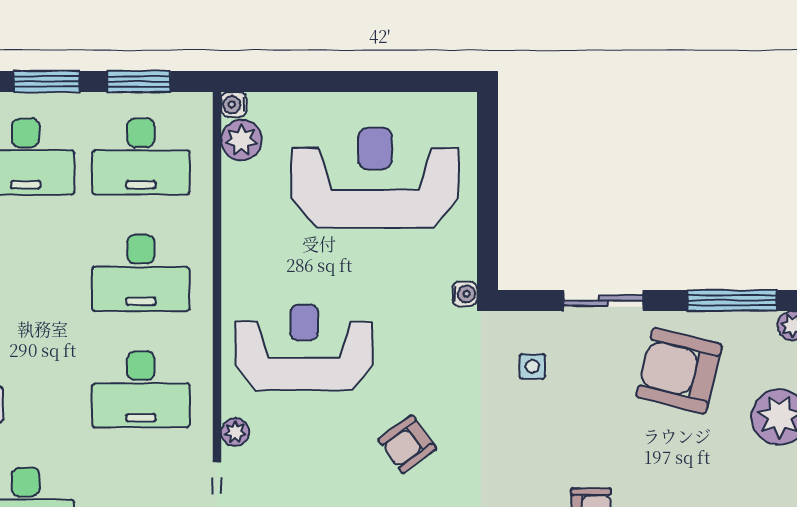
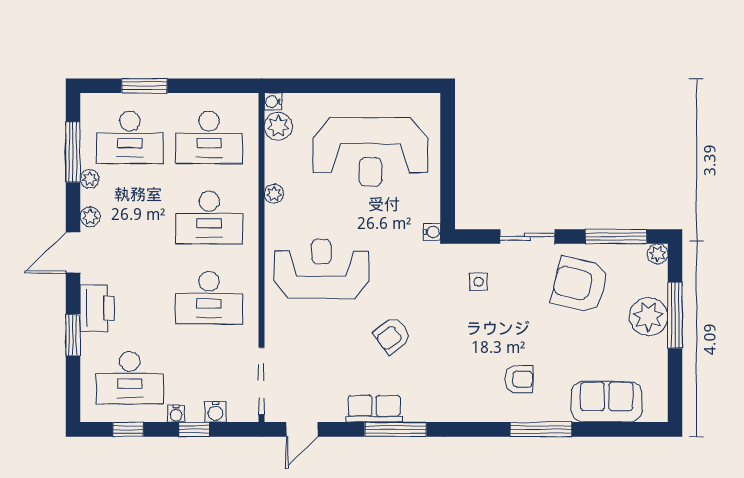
window: (139, 81) -> (208, 86), removed
reception desk: (375, 178) -> (370, 152), turned 180
plant: (235, 432) -> (274, 194), moved

